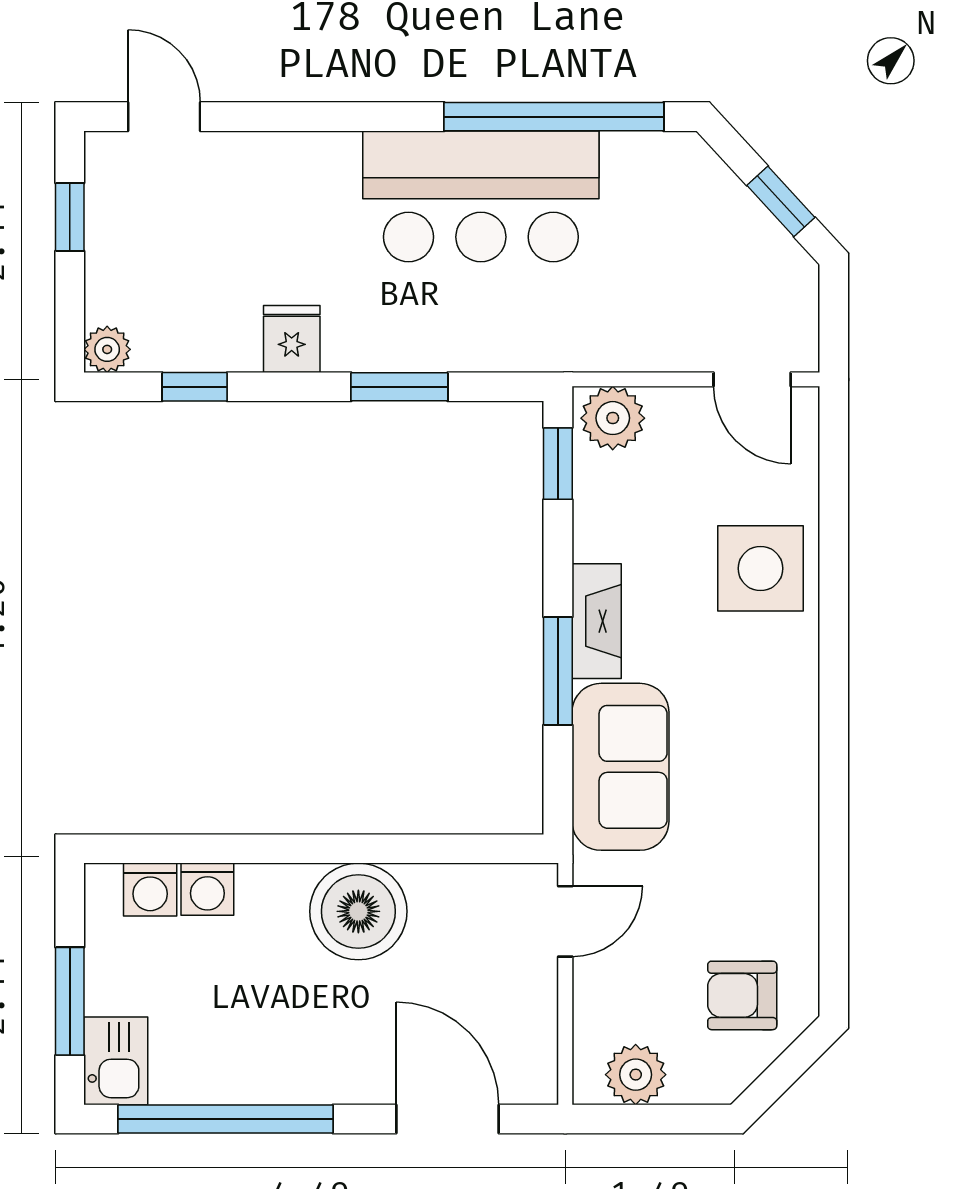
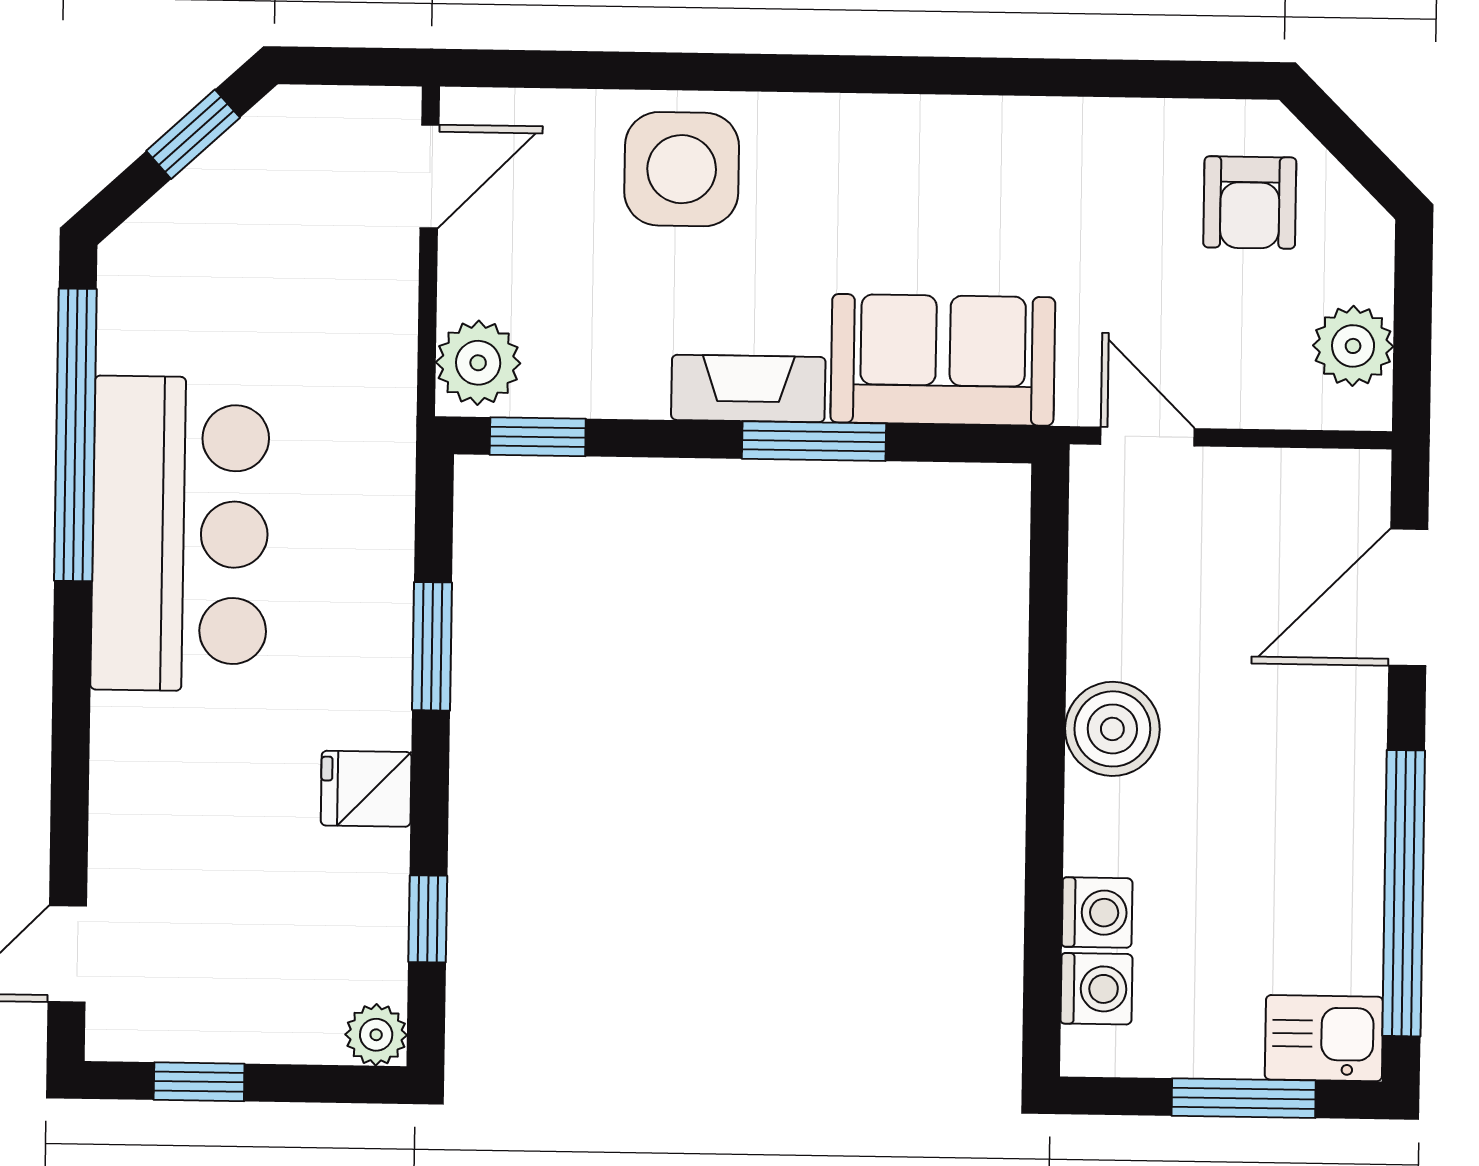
boiler: (358, 911) -> (1112, 729), width x0.73, depth x0.73

